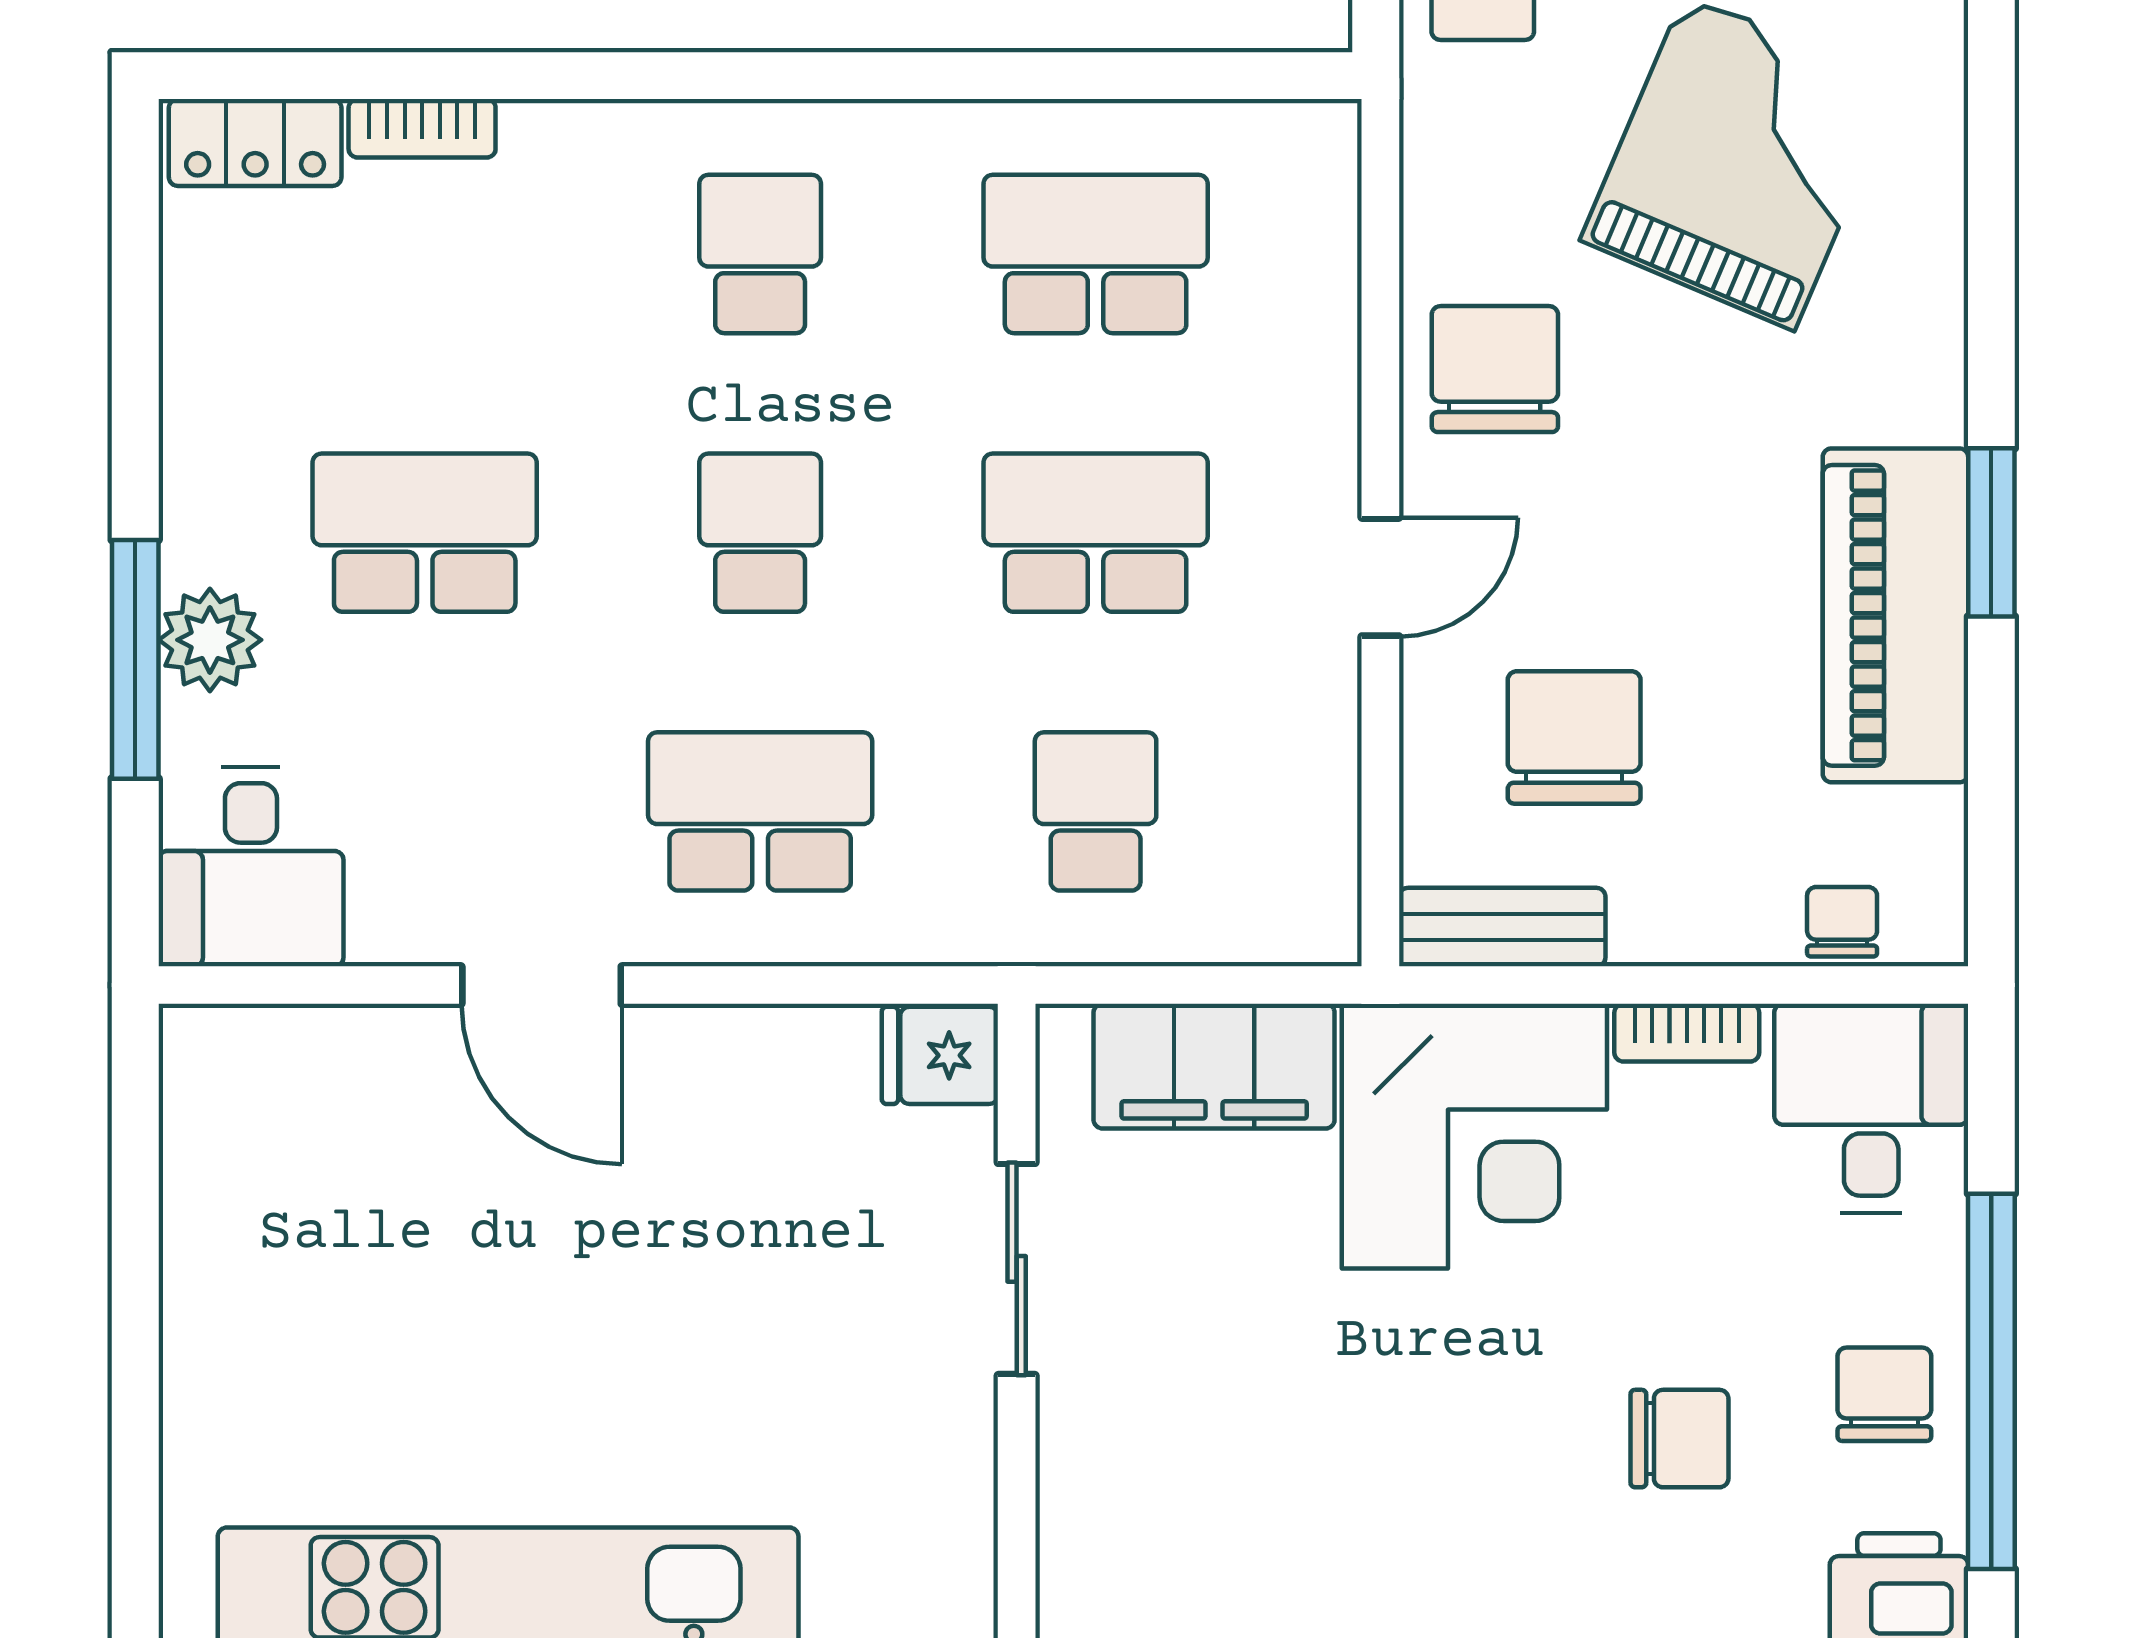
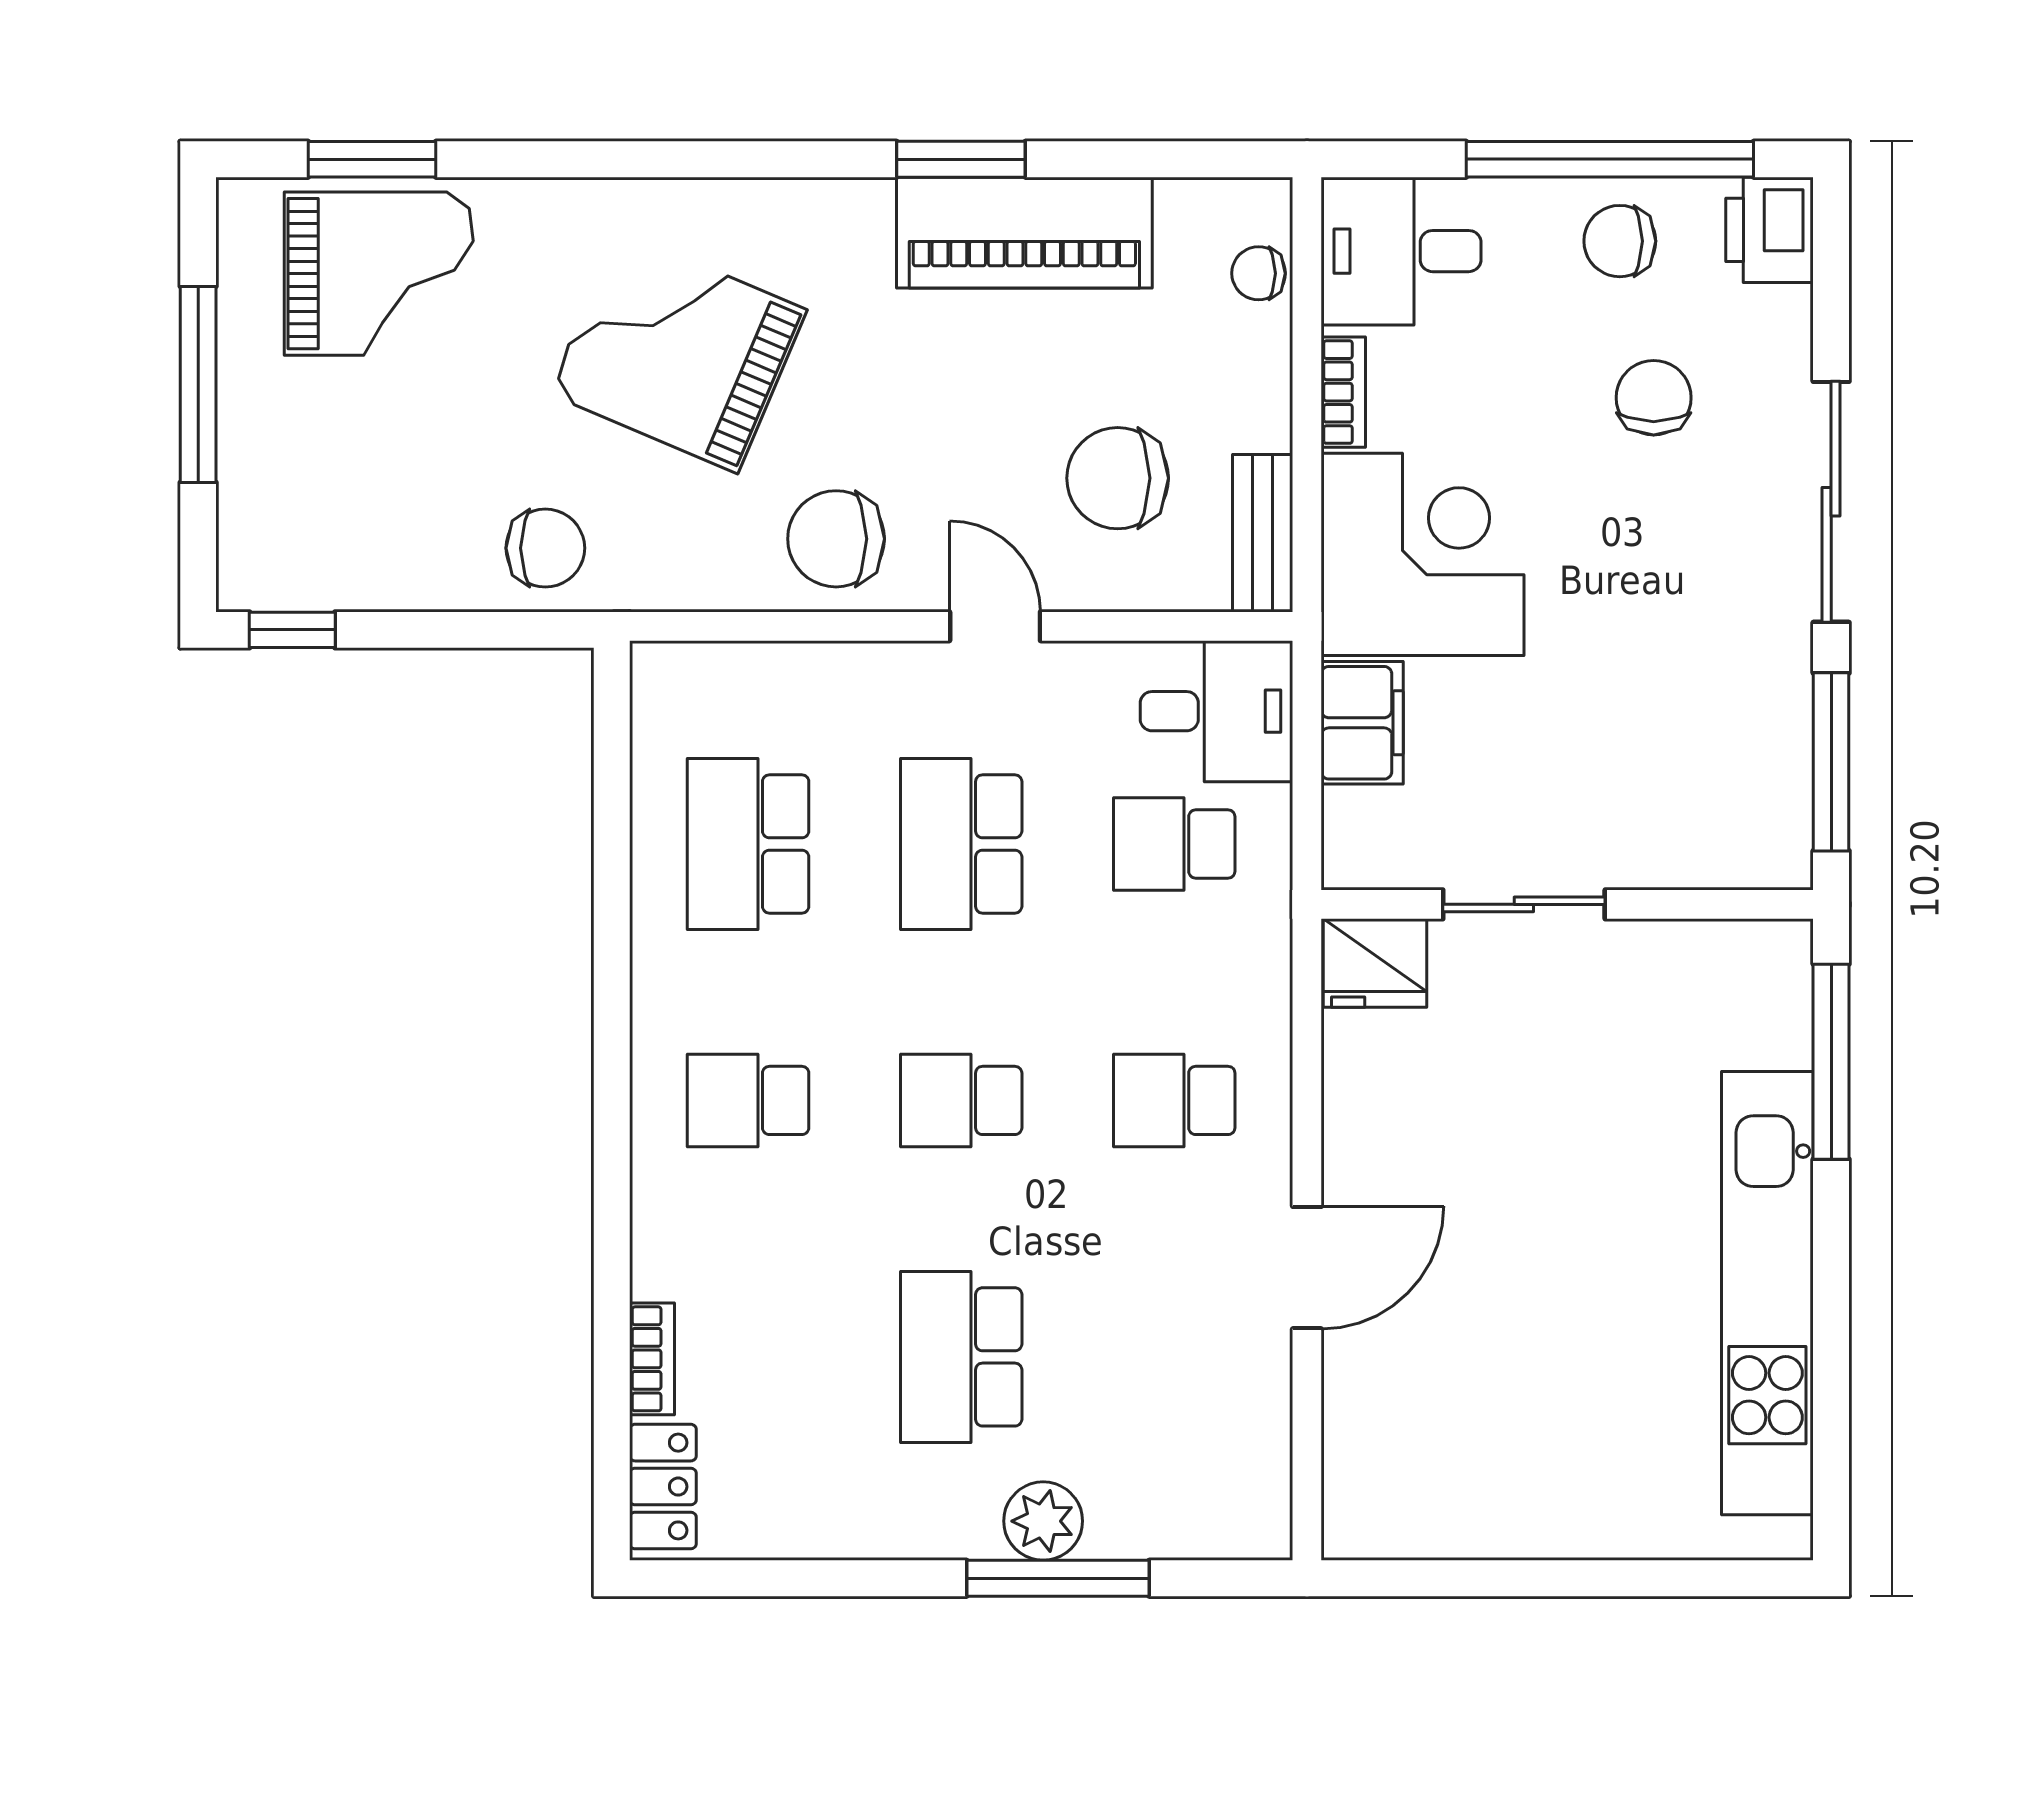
school desk: (760, 811) -> (1174, 1100), width x0.54
desk: (251, 867) -> (1217, 711), moved
fridge: (940, 1055) -> (1375, 963), width x1.38
filing cabinet: (1214, 1066) -> (1362, 723), width x0.67, depth x0.86

